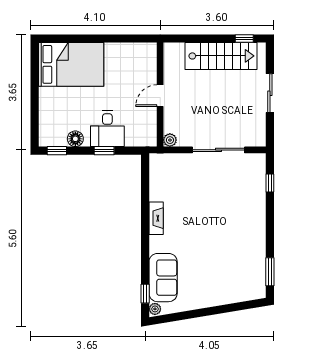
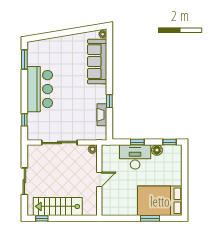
window: (86, 39) -> (150, 218), added
desk: (107, 129) -> (135, 157), width x1.37
fireplace: (156, 218) -> (102, 115), moved
bar counter: (247, 228) -> (40, 89), added
sofa: (163, 278) -> (97, 62), width x1.36
window: (145, 294) -> (109, 101), moved

